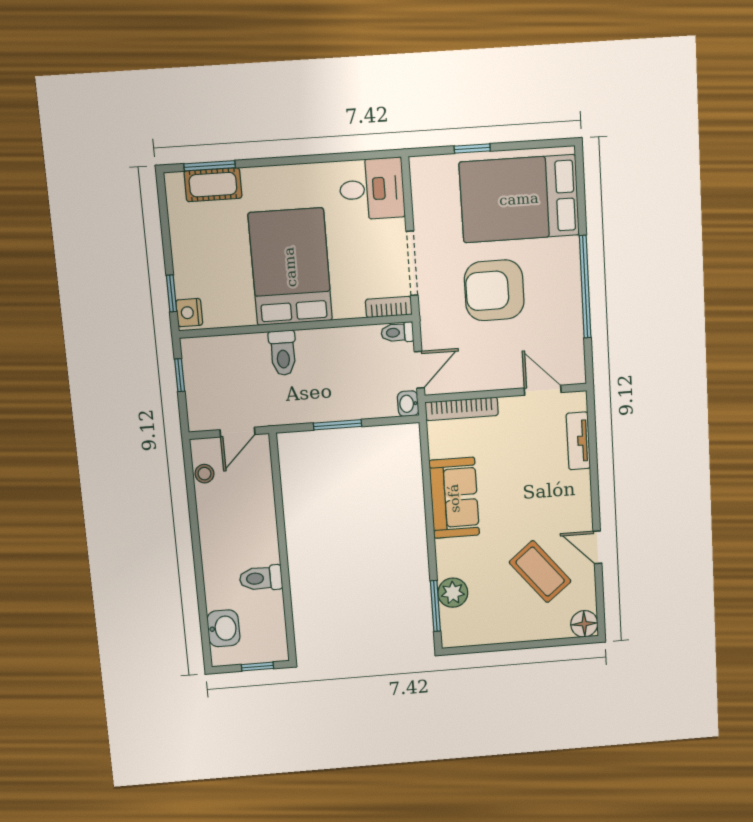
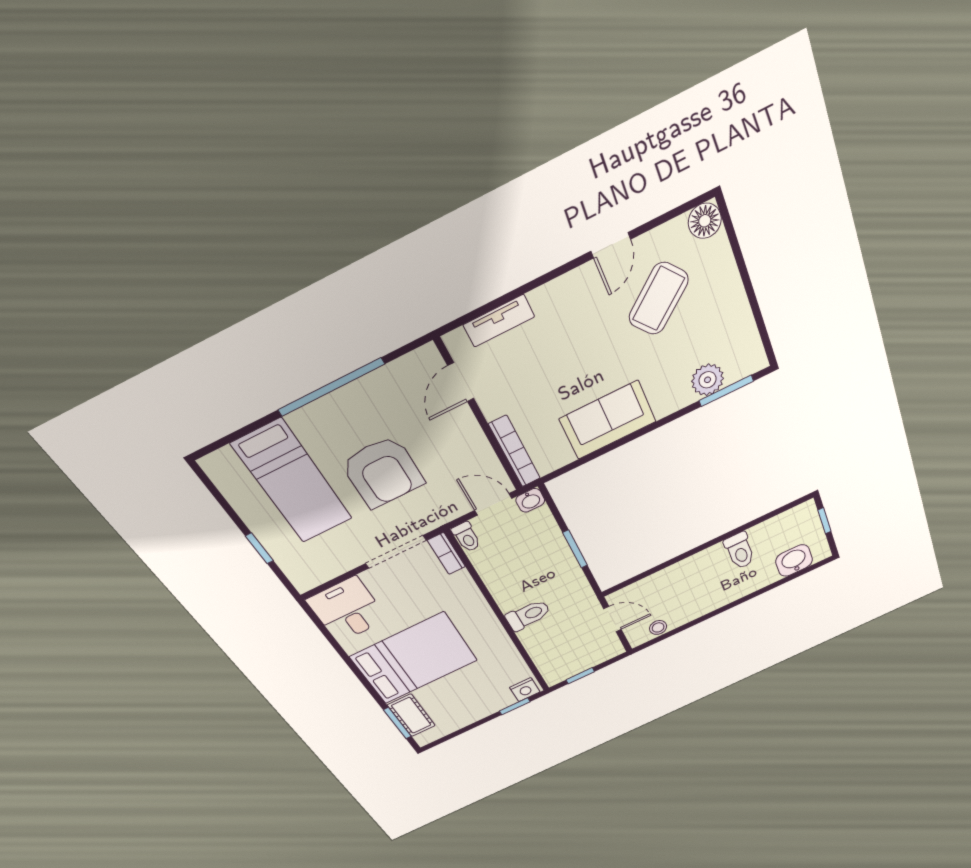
bed: (519, 199) -> (293, 482), width x0.67
bed: (290, 267) -> (414, 658), moved, turned 180

